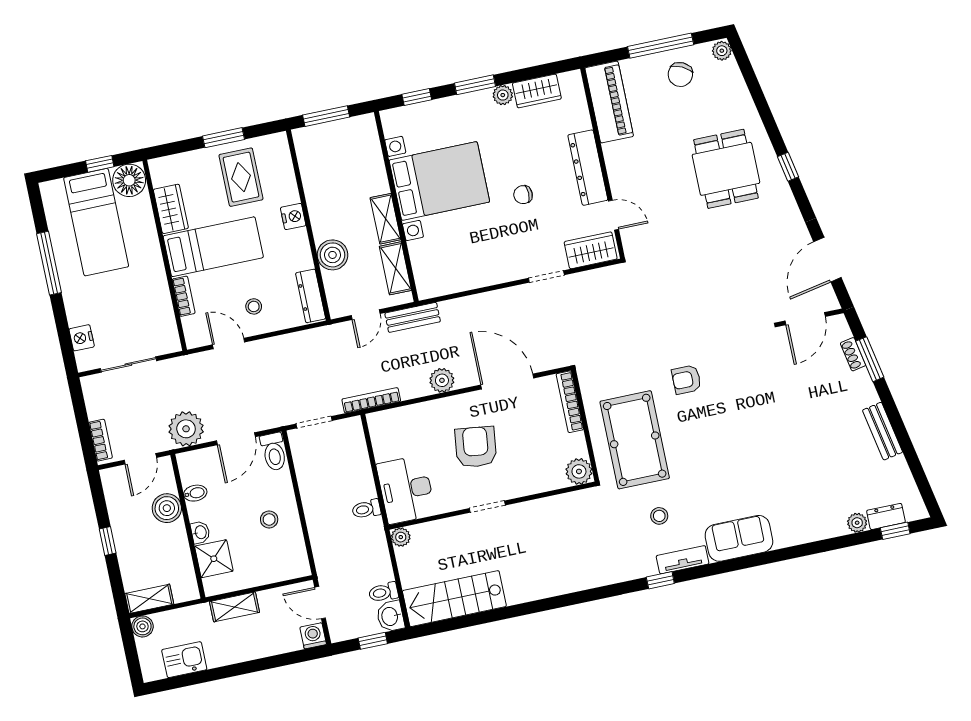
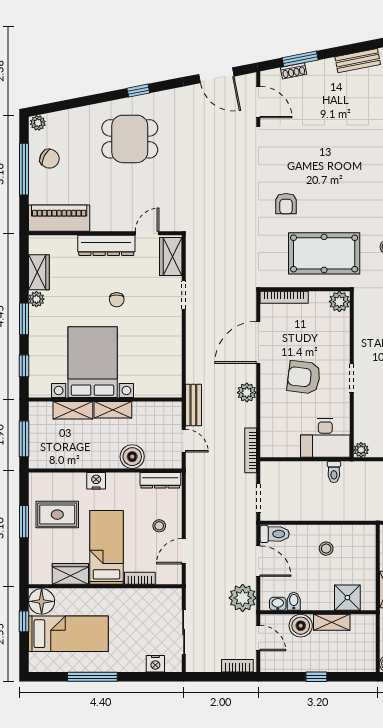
shelving: (395, 268) -> (73, 410), moved
washbasin: (200, 532) -> (278, 604), moved
shelving: (149, 599) -> (332, 622), moved, turned 90

